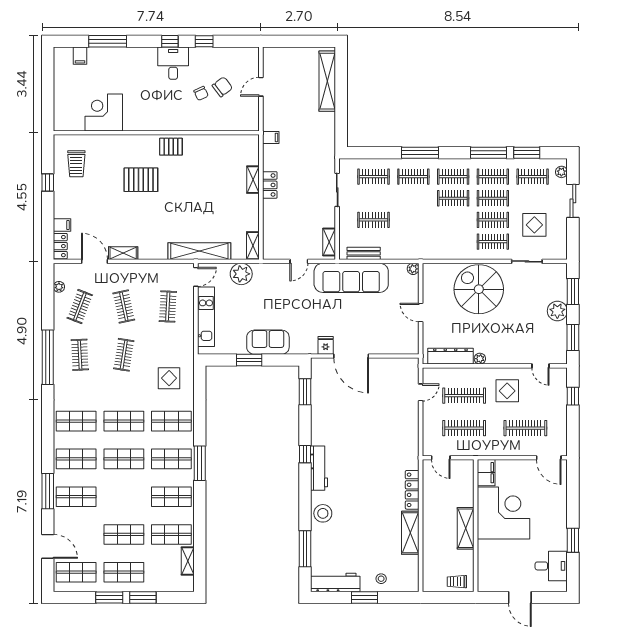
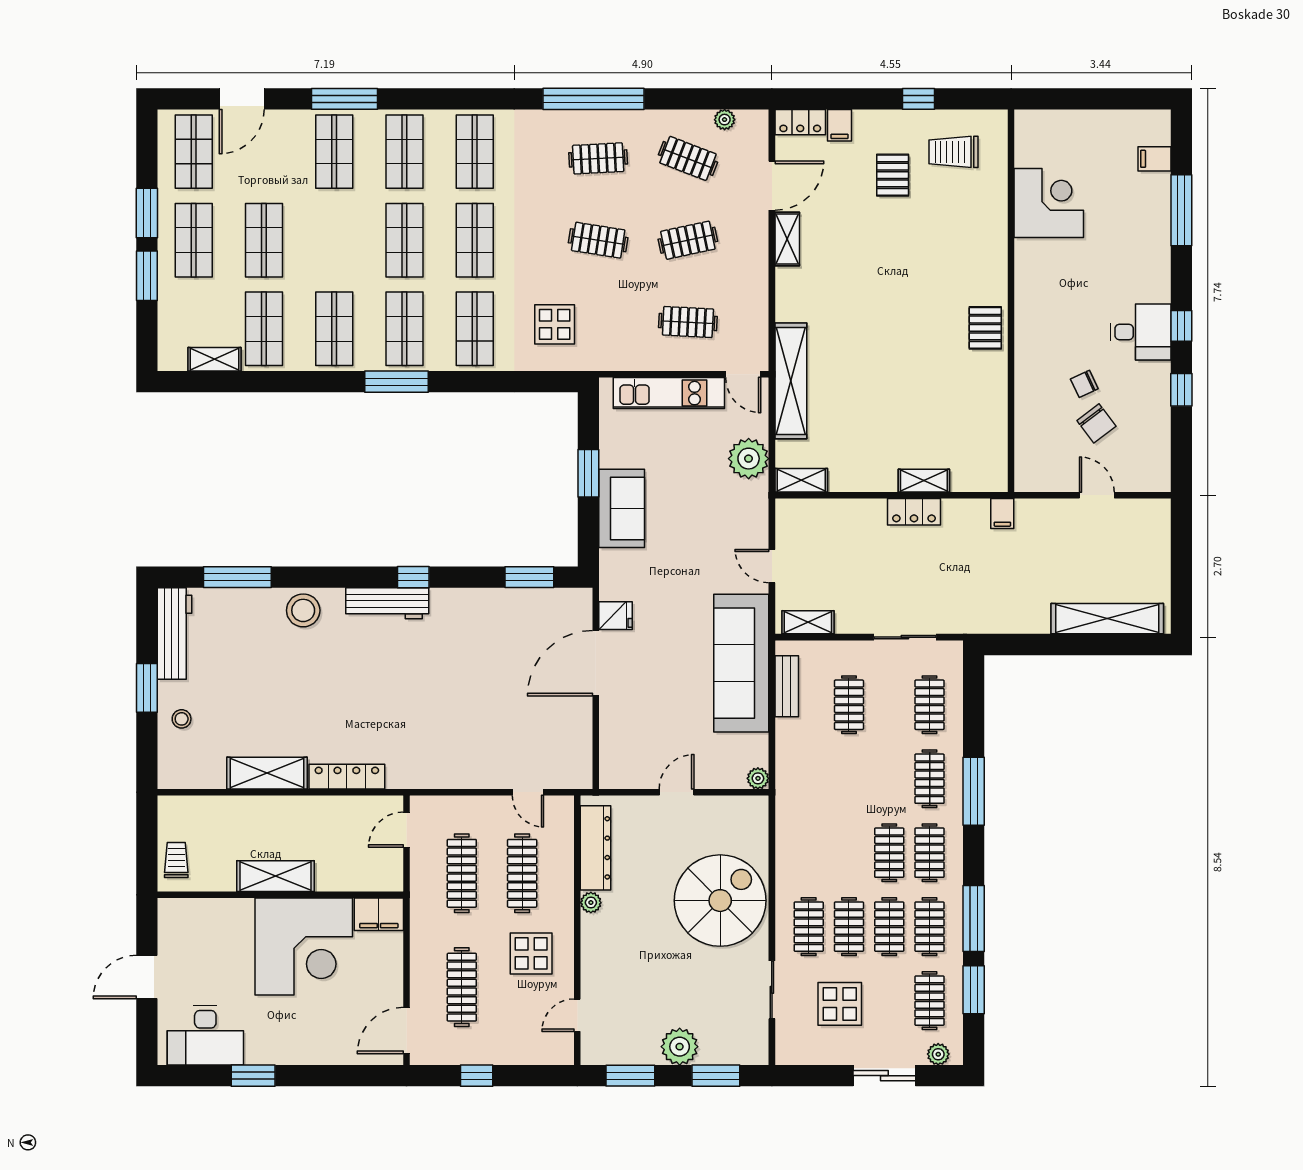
pallet: (141, 180) -> (893, 175), moved, width x0.67, depth x0.71
window: (573, 396) -> (477, 1076), moved
desk: (551, 566) -> (205, 1035), width x1.37

